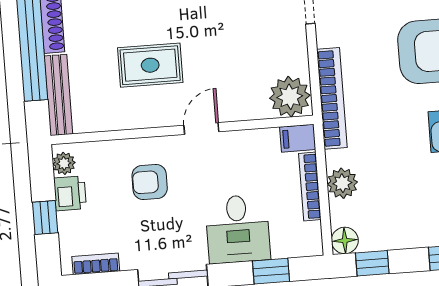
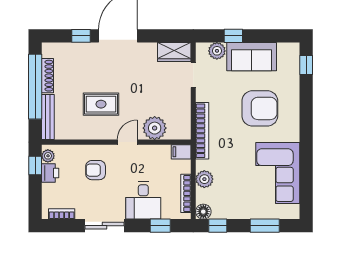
plant: (290, 97) -> (155, 128), moved
bookcase: (310, 187) -> (186, 193), moved
window: (45, 217) -> (35, 166), moved

